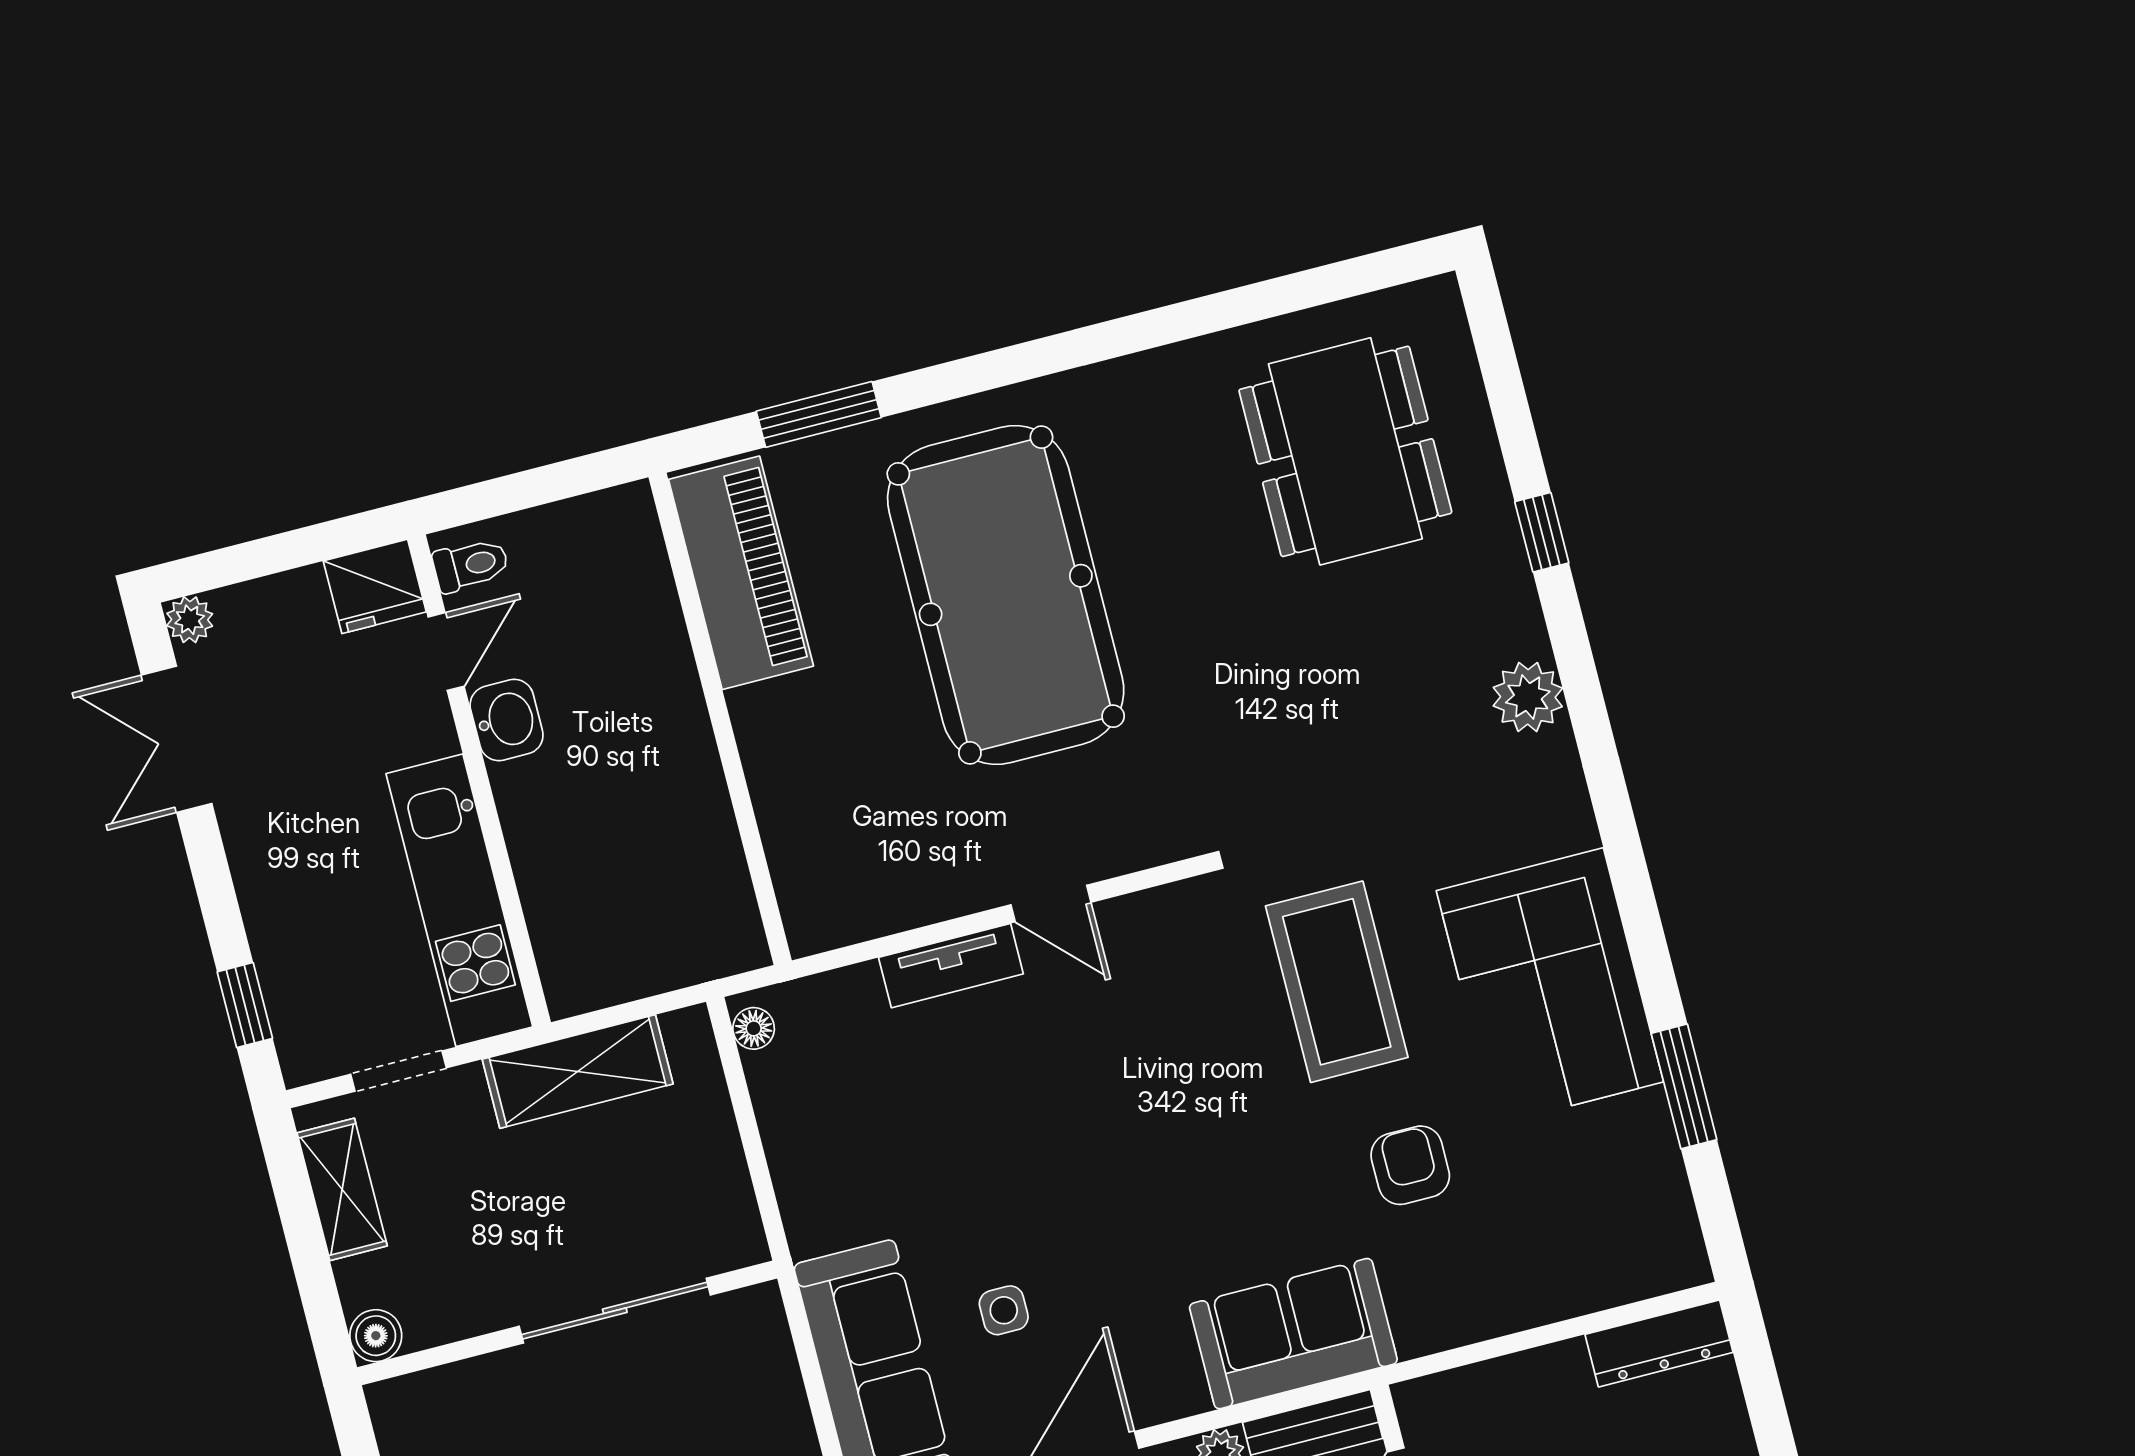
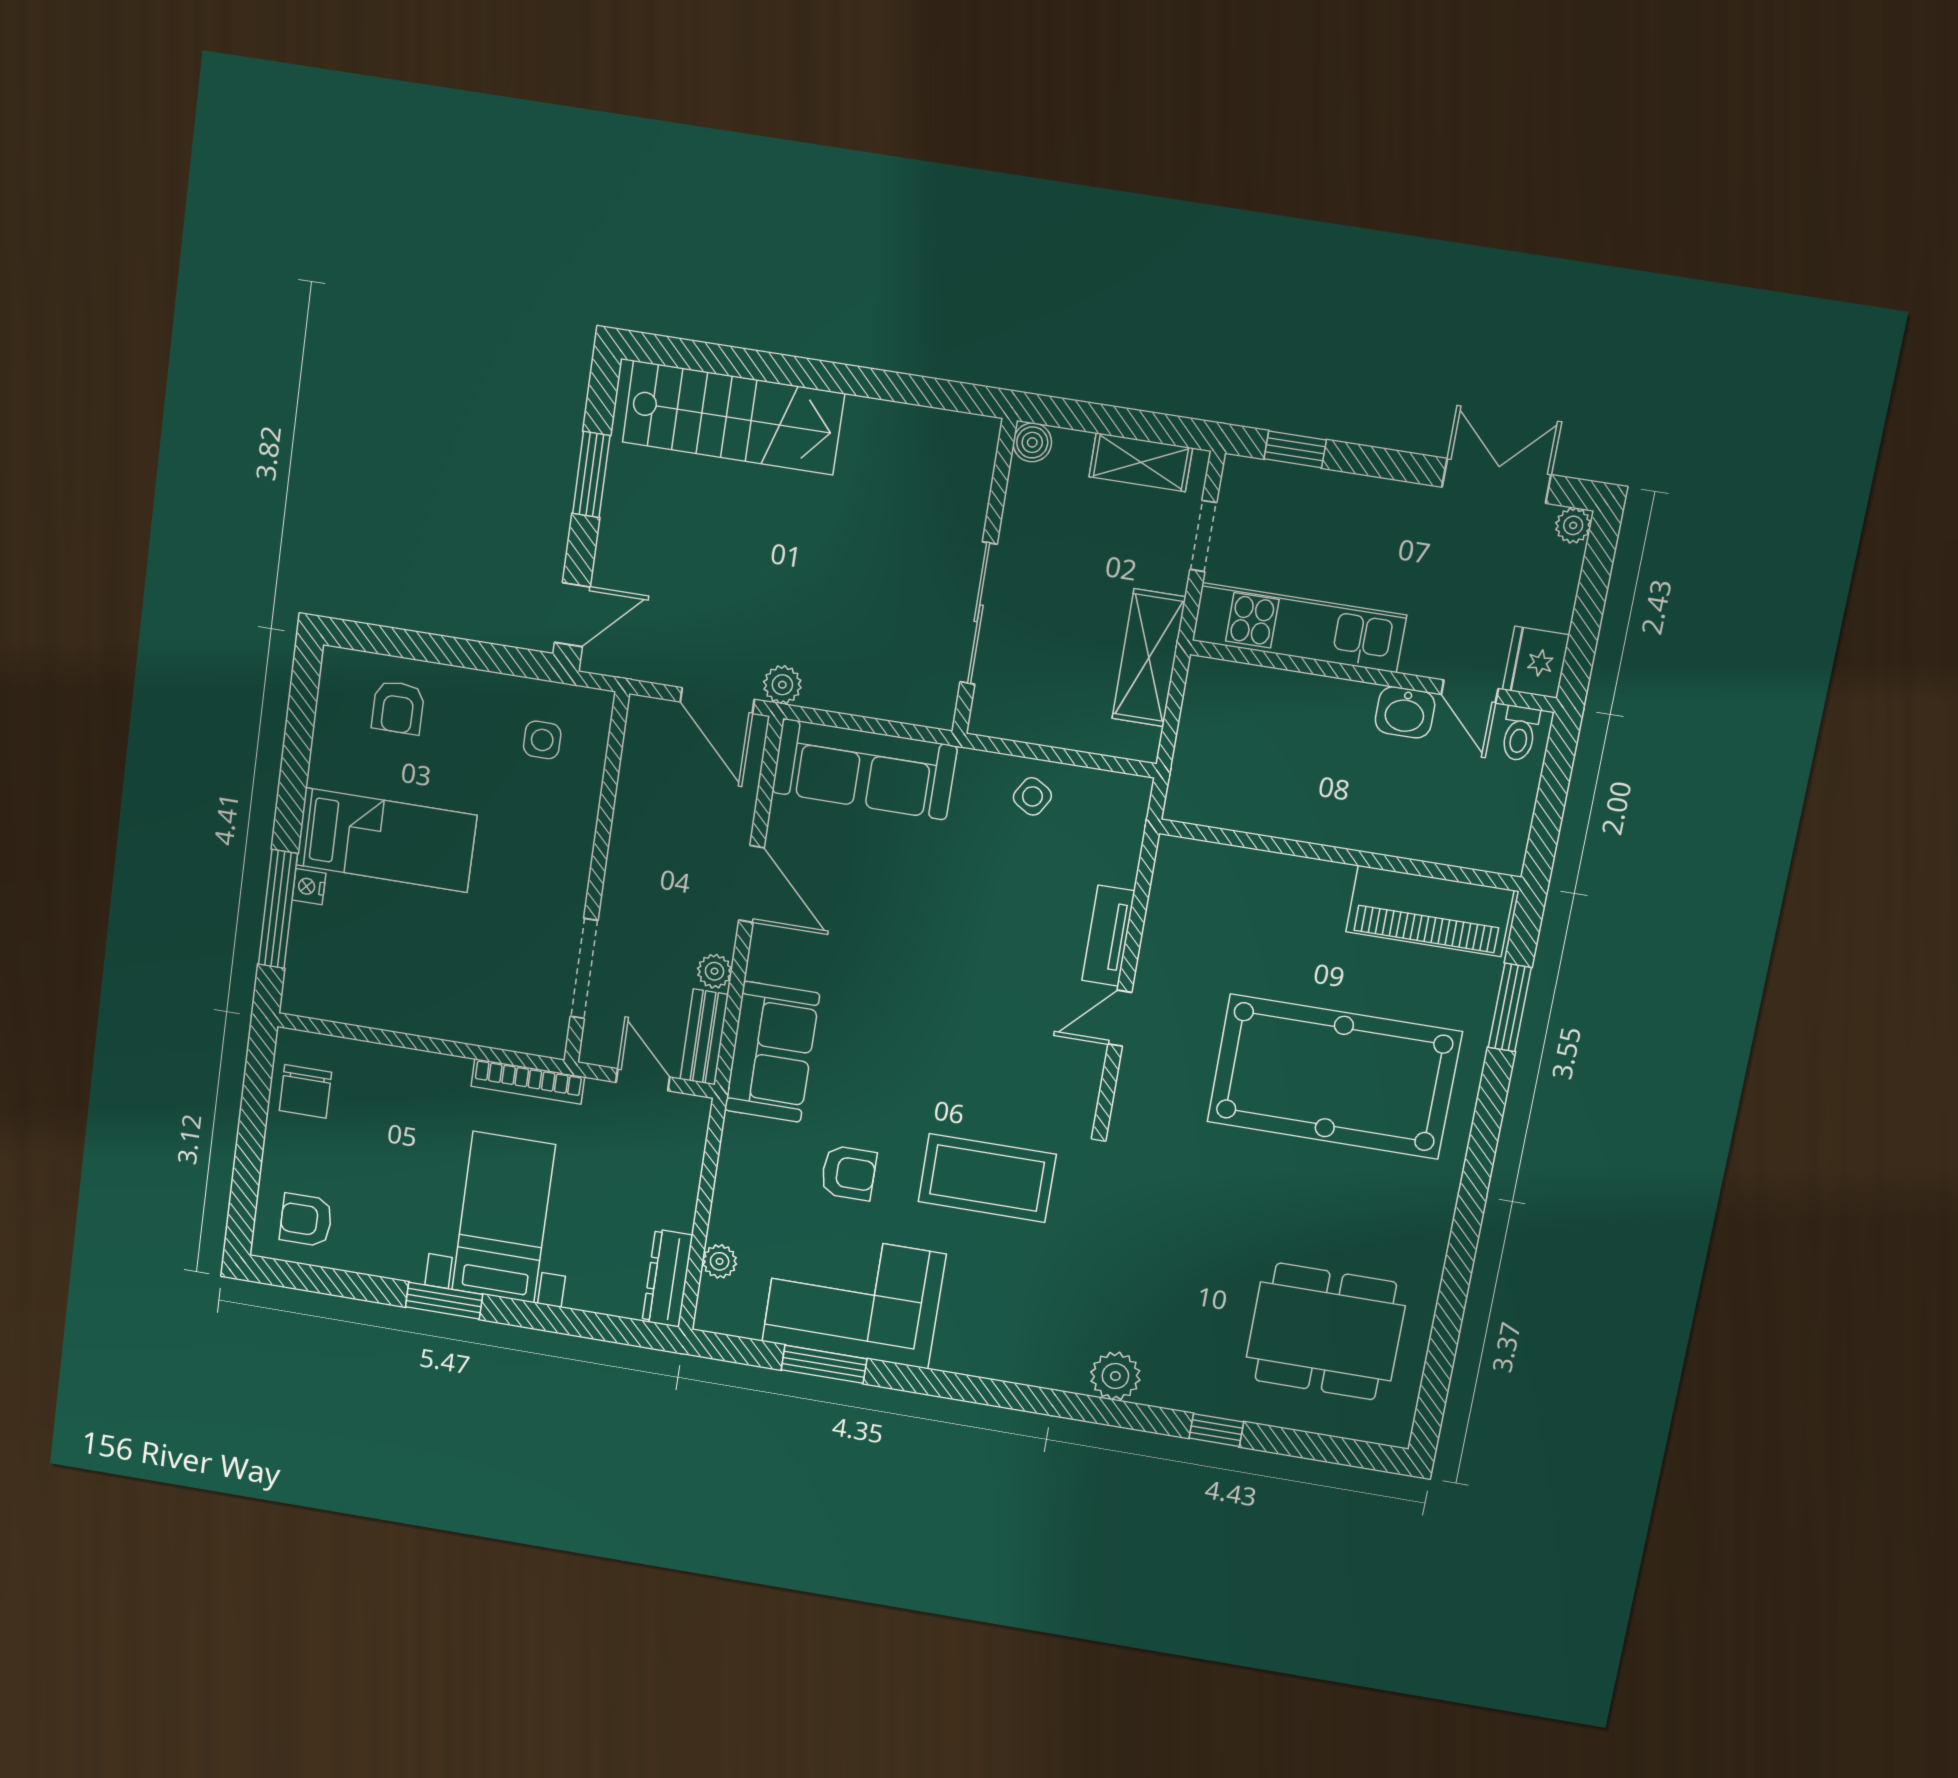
corner sofa: (1550, 986) -> (854, 1298), moved
floor lamp: (754, 1028) -> (1125, 788), removed
plant: (1605, 1284) -> (720, 1261), added
side table: (1004, 1310) -> (1032, 796), moved, turned 31

